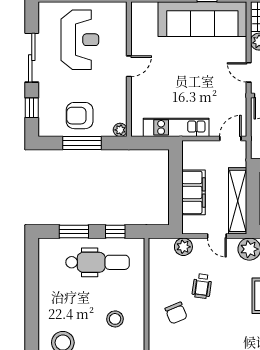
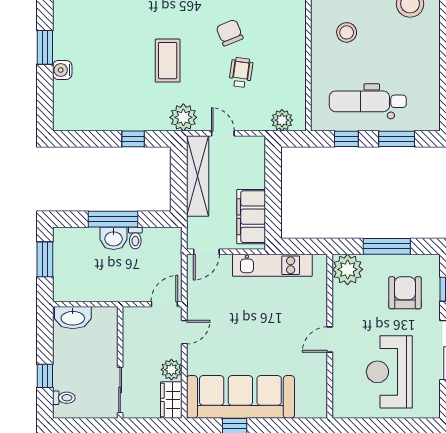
door: (249, 72) -> (184, 332), hinge flipped
armchair: (80, 116) -> (405, 293), moved, turned -90
plant: (120, 130) -> (348, 269), width x1.87, depth x1.87
filing cabinet: (194, 192) -> (251, 217), moved
plant: (183, 247) -> (282, 120), moved
chair: (176, 313) -> (230, 33), moved

